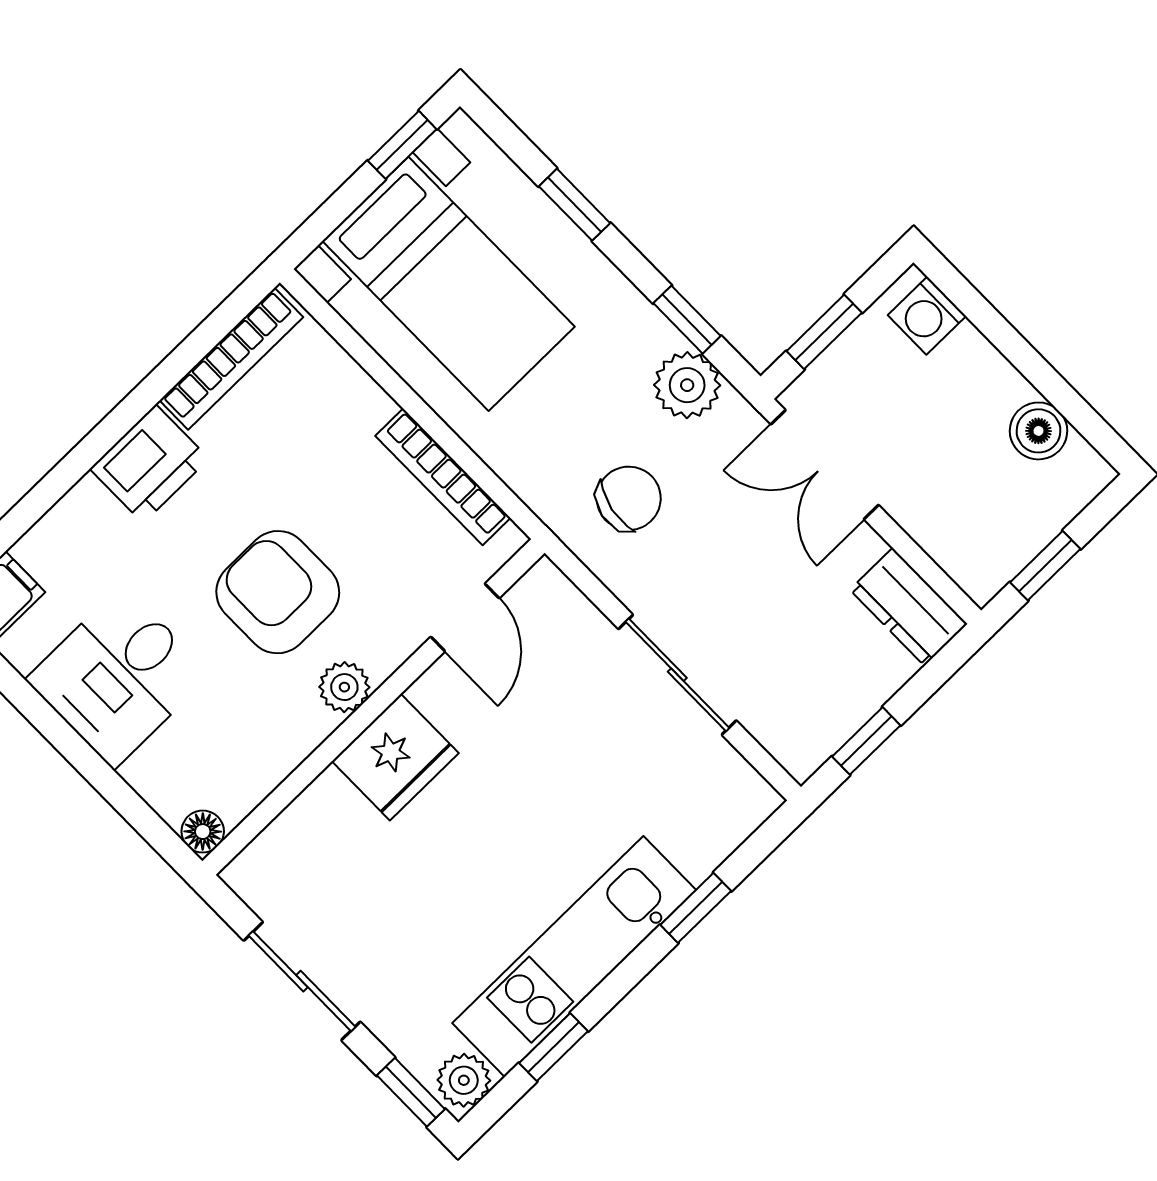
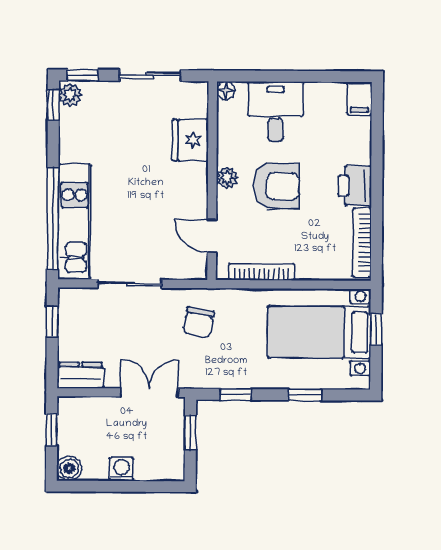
window: (402, 145) -> (376, 329), moved
washing machine: (927, 316) -> (121, 469), moved
plant: (687, 385) -> (216, 375), removed
boiler: (1038, 431) -> (69, 468), moved
desk: (118, 677) -> (275, 111), moved
fridge: (395, 757) -> (190, 140), moved
window: (696, 908) -> (53, 218), width x3.17
kitchen unit: (574, 957) -> (74, 222), moved
window: (554, 1047) -> (53, 105), moved

